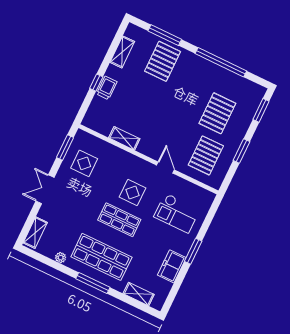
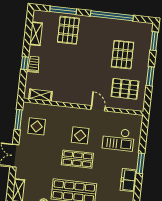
shelving: (124, 138) -> (40, 95), moved
pallet: (206, 155) -> (125, 89), turned 90

